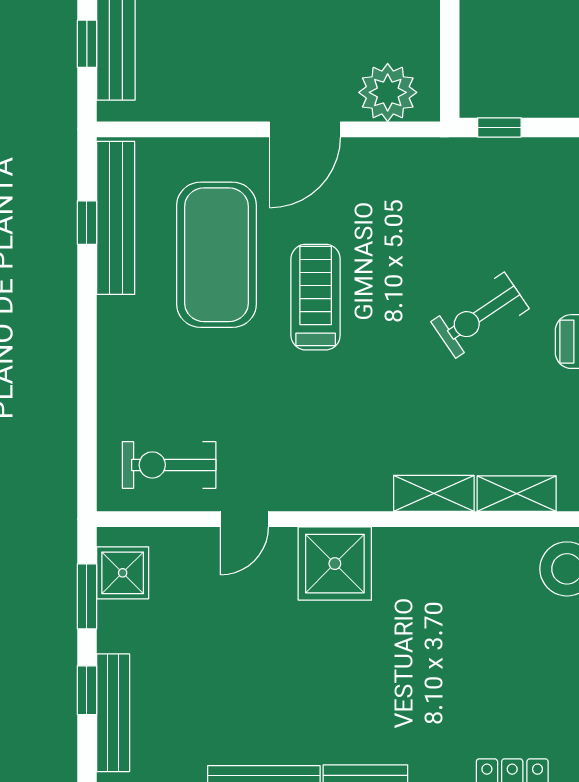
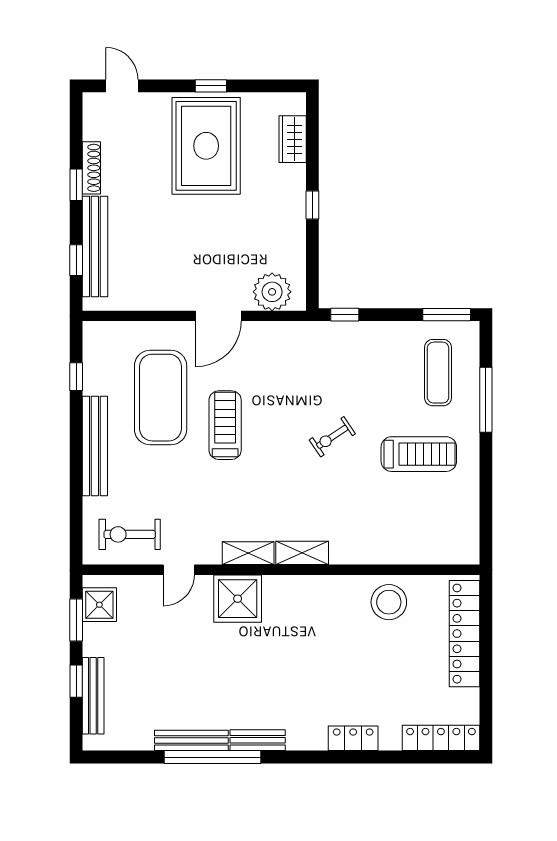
bench: (116, 218) -> (95, 446), moved
exercise bike: (480, 315) -> (332, 437), width x0.73, depth x0.72
shelving: (517, 494) -> (248, 553), moved

